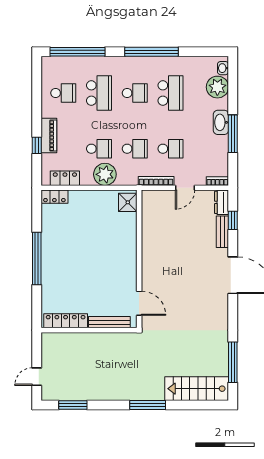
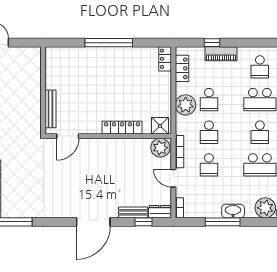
plant: (152, 202) -> (160, 148), added
locker: (66, 321) -> (122, 128), moved, turned -90

